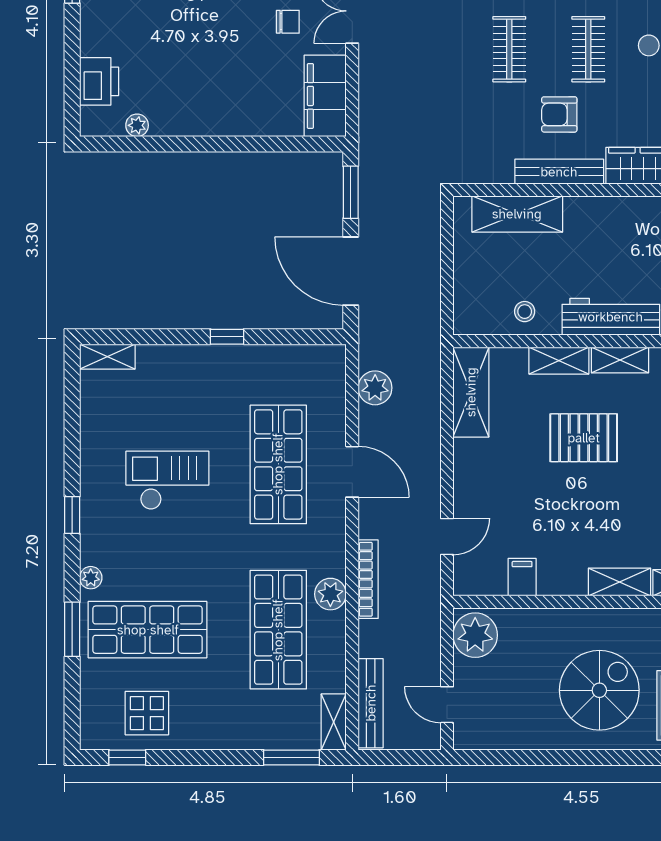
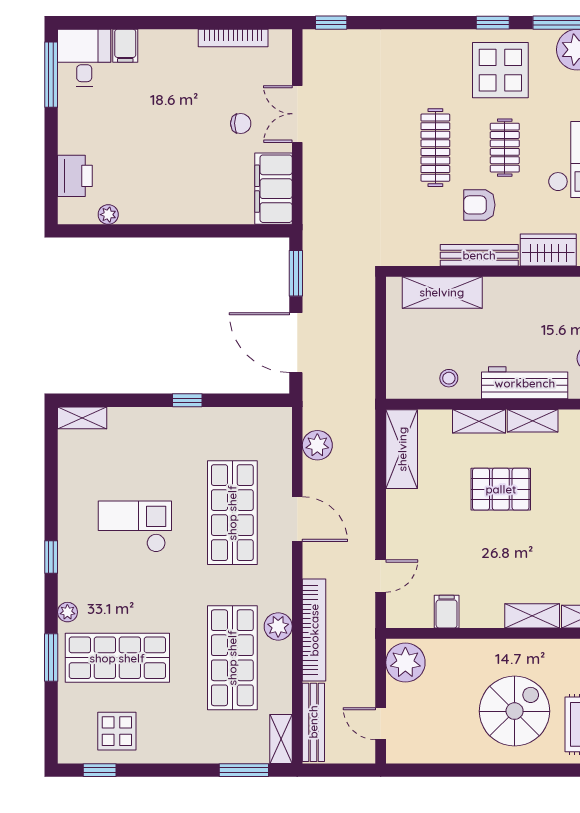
clothes rail: (509, 49) -> (435, 148), width x1.36
bookcase: (368, 579) -> (314, 630), width x1.48, depth x1.31

